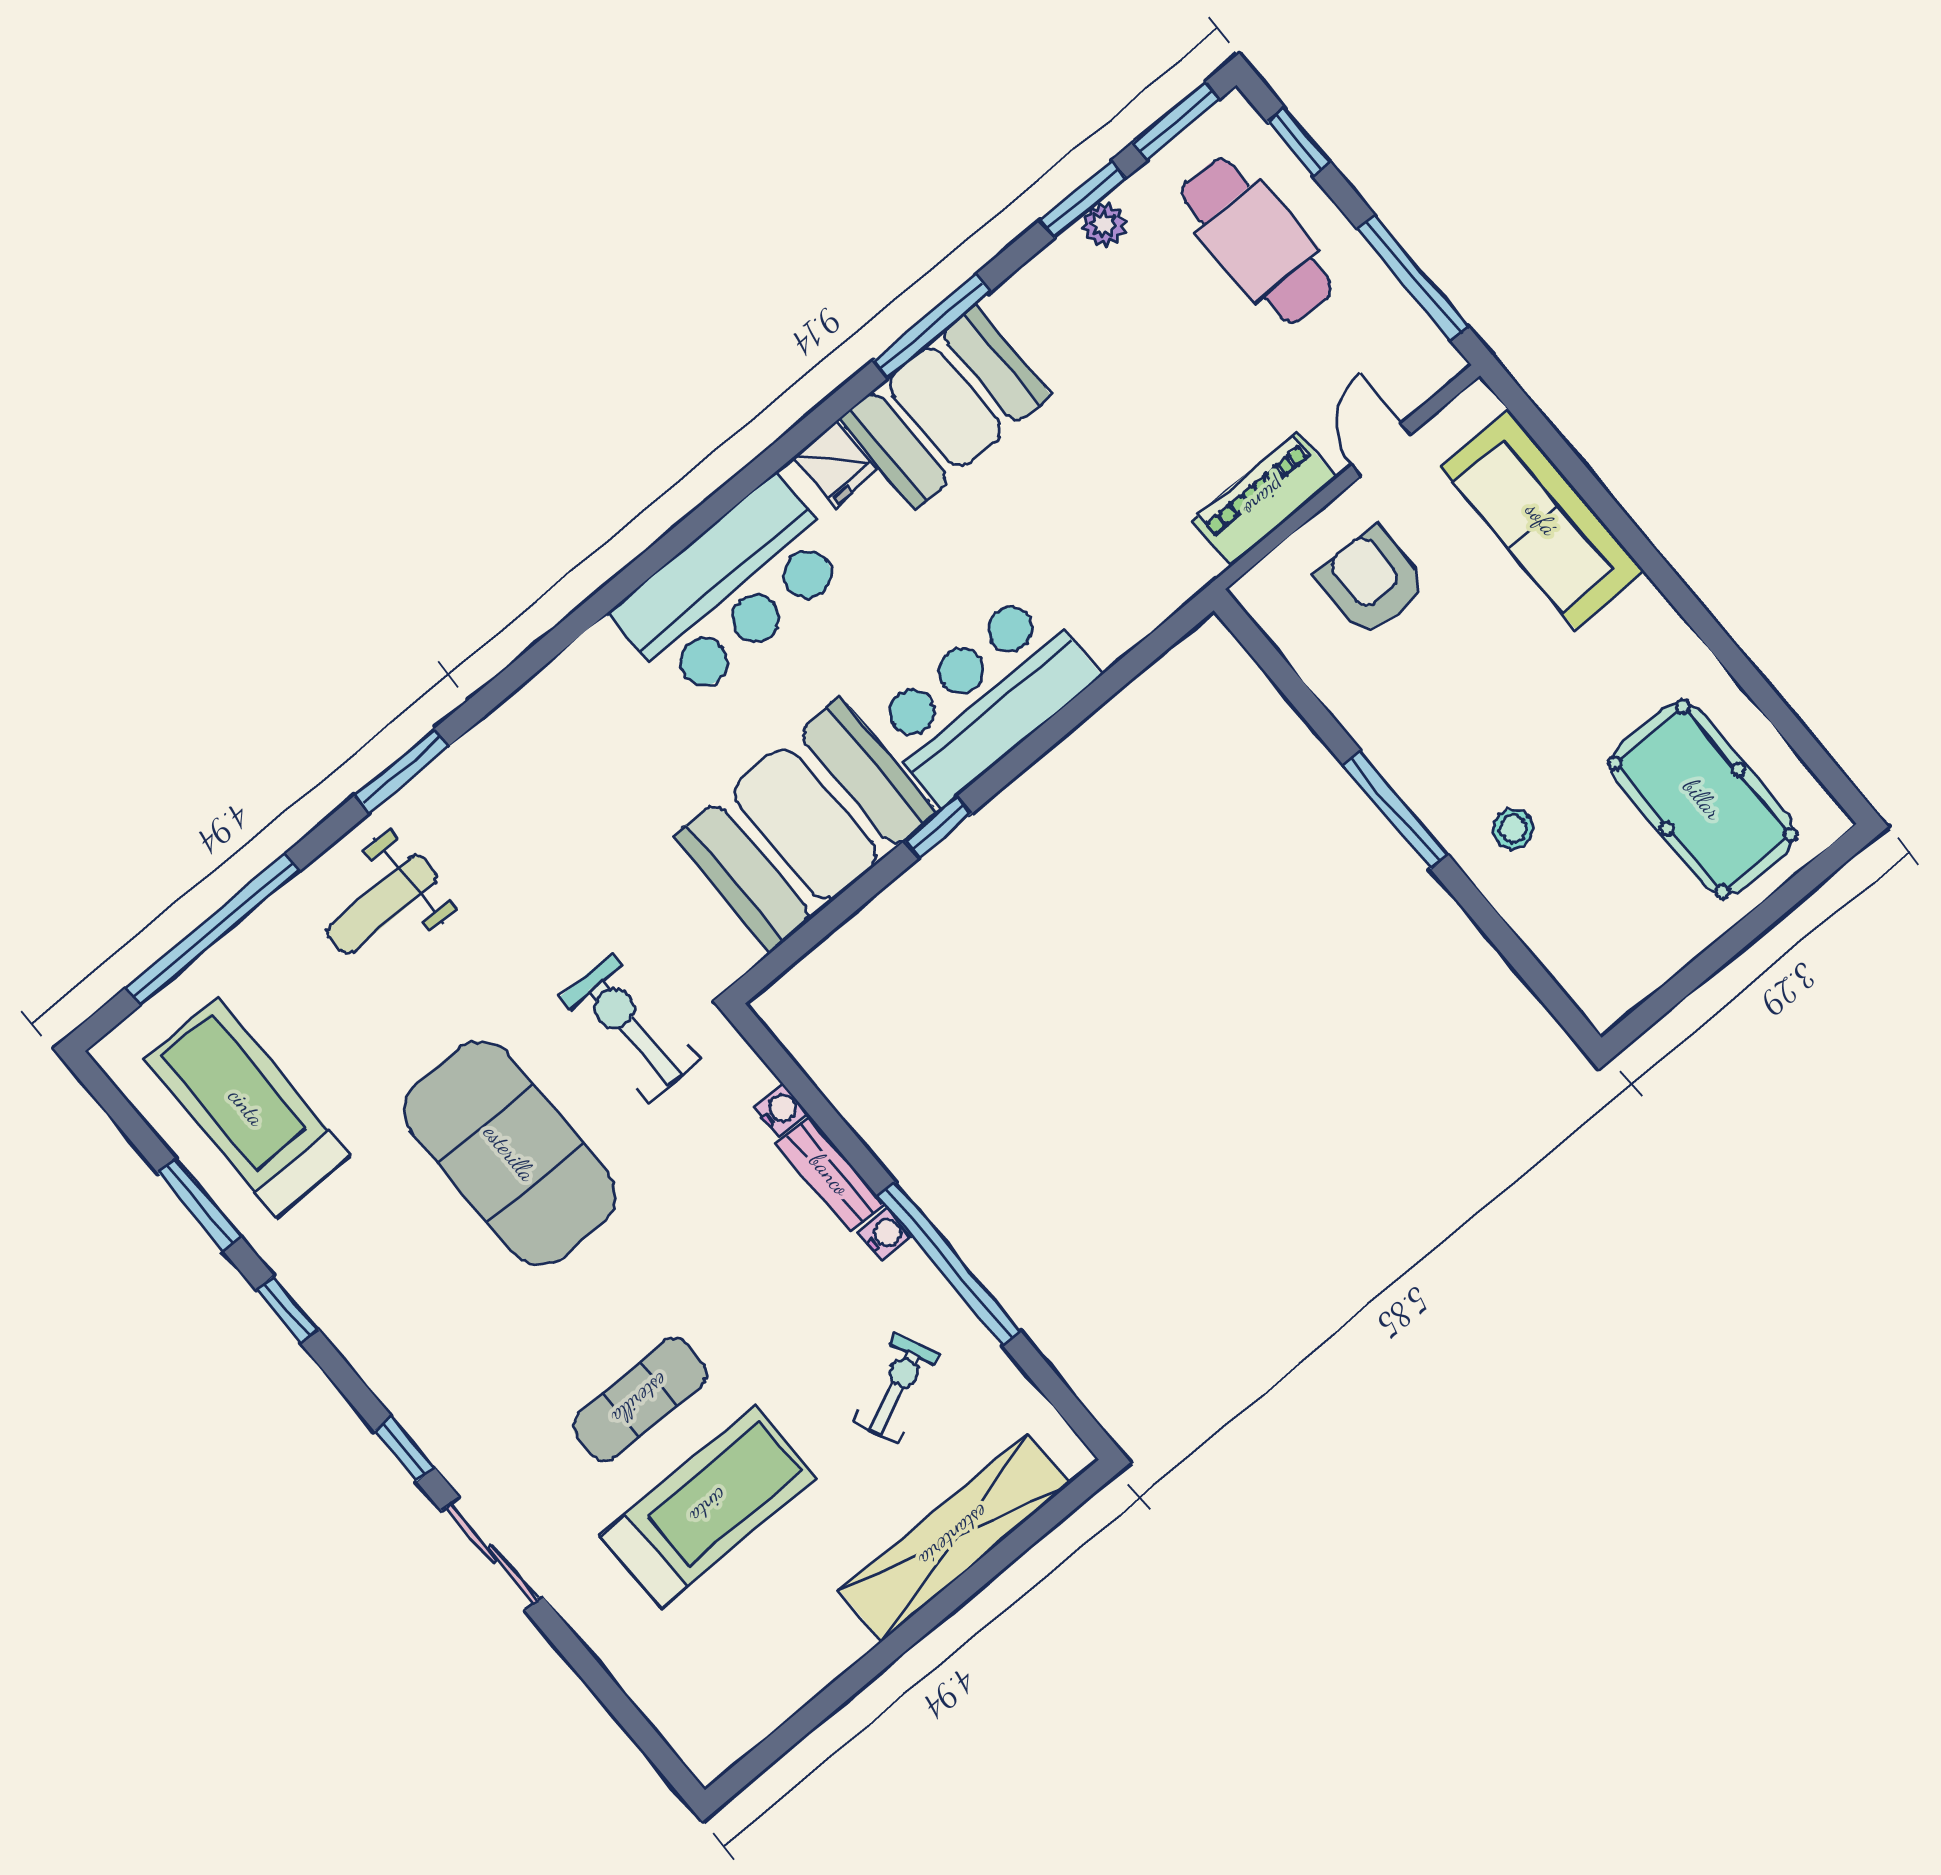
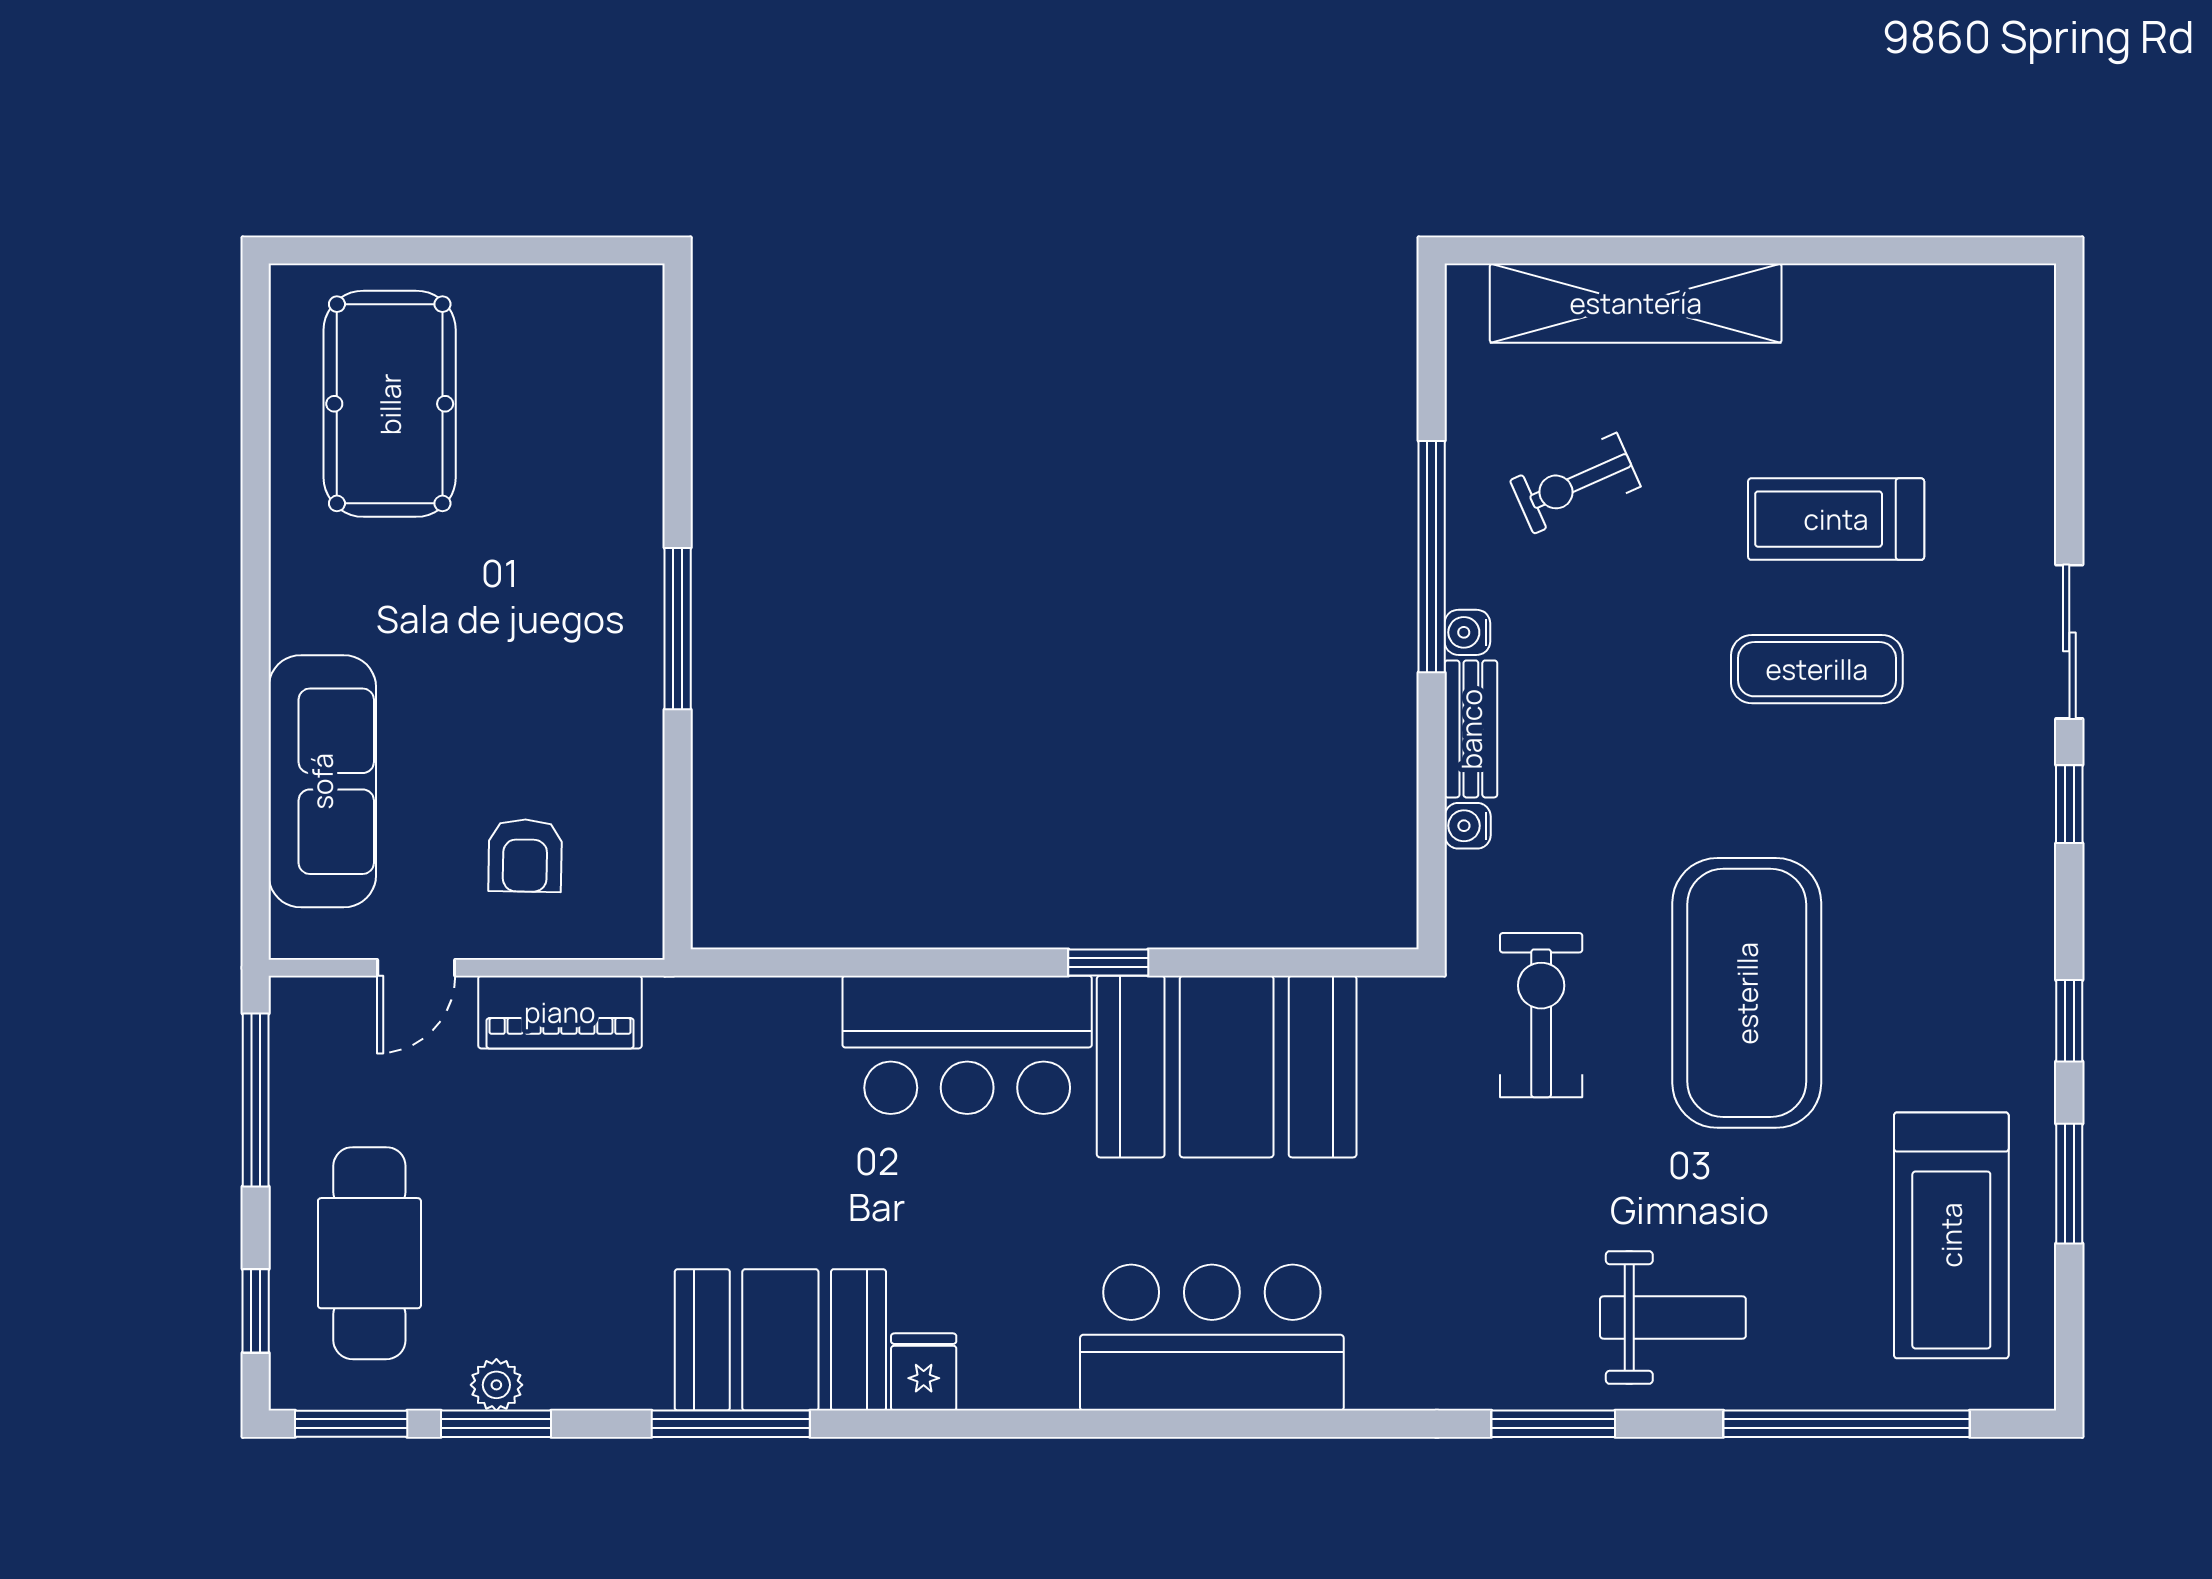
armchair: (1371, 581) -> (525, 855), width x0.72, depth x0.72
bar counter: (731, 589) -> (1212, 1338), moved
stool: (1513, 829) -> (586, 522), removed
exercise bike: (630, 1028) -> (1541, 1015), turned 180
treadmill: (709, 1507) -> (1836, 519), width x0.73, depth x0.73

